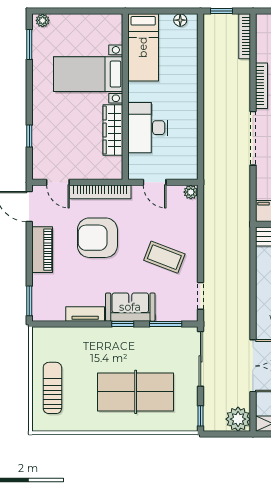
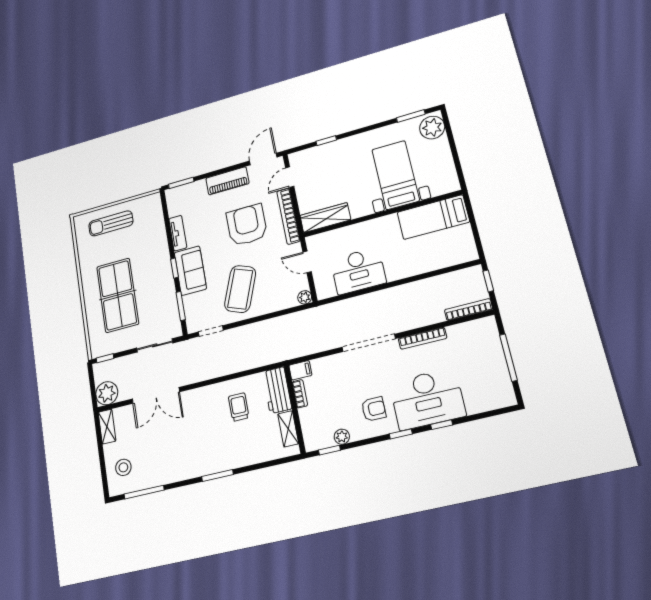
plant: (43, 20) -> (432, 128), width x1.88, depth x1.88
floor lamp: (180, 20) -> (469, 244), removed
desk: (148, 128) -> (358, 271), moved, turned 180
wardrobe: (113, 130) -> (325, 218), moved
door: (155, 182) -> (307, 262), hinge flipped
coffee table: (164, 257) -> (240, 289), width x1.36, depth x1.32
sliding door: (201, 359) -> (155, 345), width x0.73
sun lounger: (52, 388) -> (111, 223), turned 180

